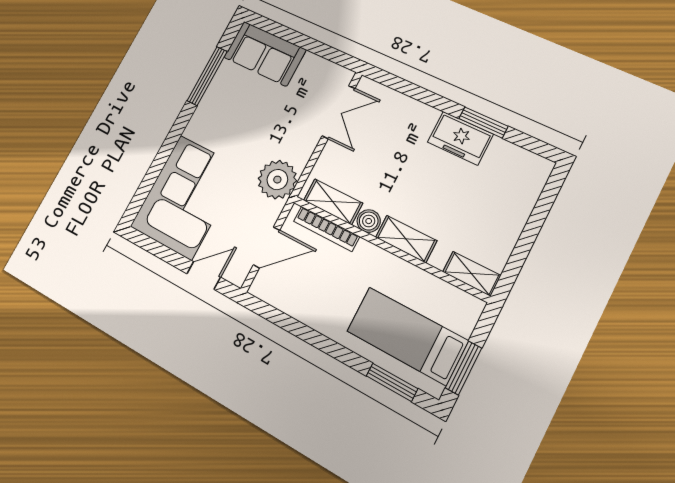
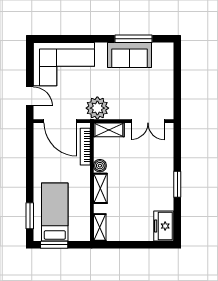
sofa: (265, 54) -> (130, 55), moved, turned -90
window: (483, 122) -> (177, 184), moved
freezer: (460, 138) -> (164, 226), moved
shelving: (333, 202) -> (109, 130), moved, turned 90
door: (267, 247) -> (60, 121), width x1.36

